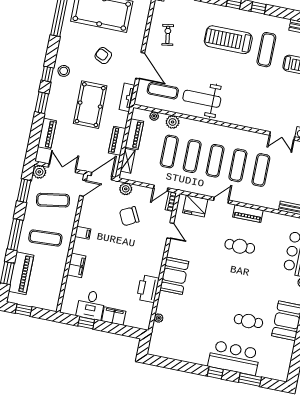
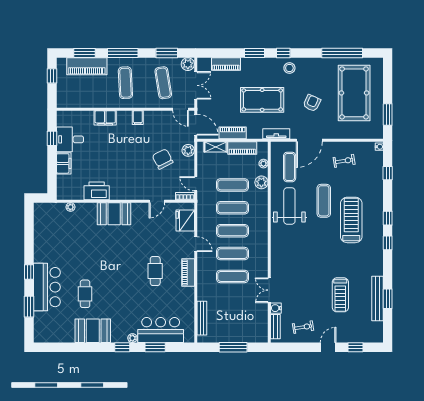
exercise mat: (266, 50) -> (324, 201), moved, turned 90

